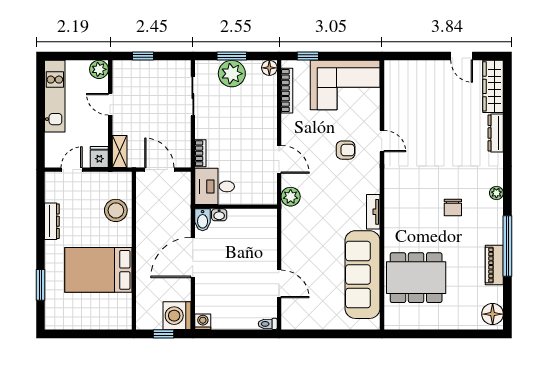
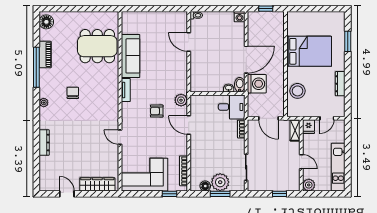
floor lamp: (269, 68) -> (205, 186), moved
wardrobe: (493, 86) -> (97, 184), moved, turned -90
armchair: (346, 150) -> (157, 111), moved
sofa: (362, 275) -> (131, 56), width x0.74, depth x0.79
washing machine: (177, 316) -> (257, 84), moved

